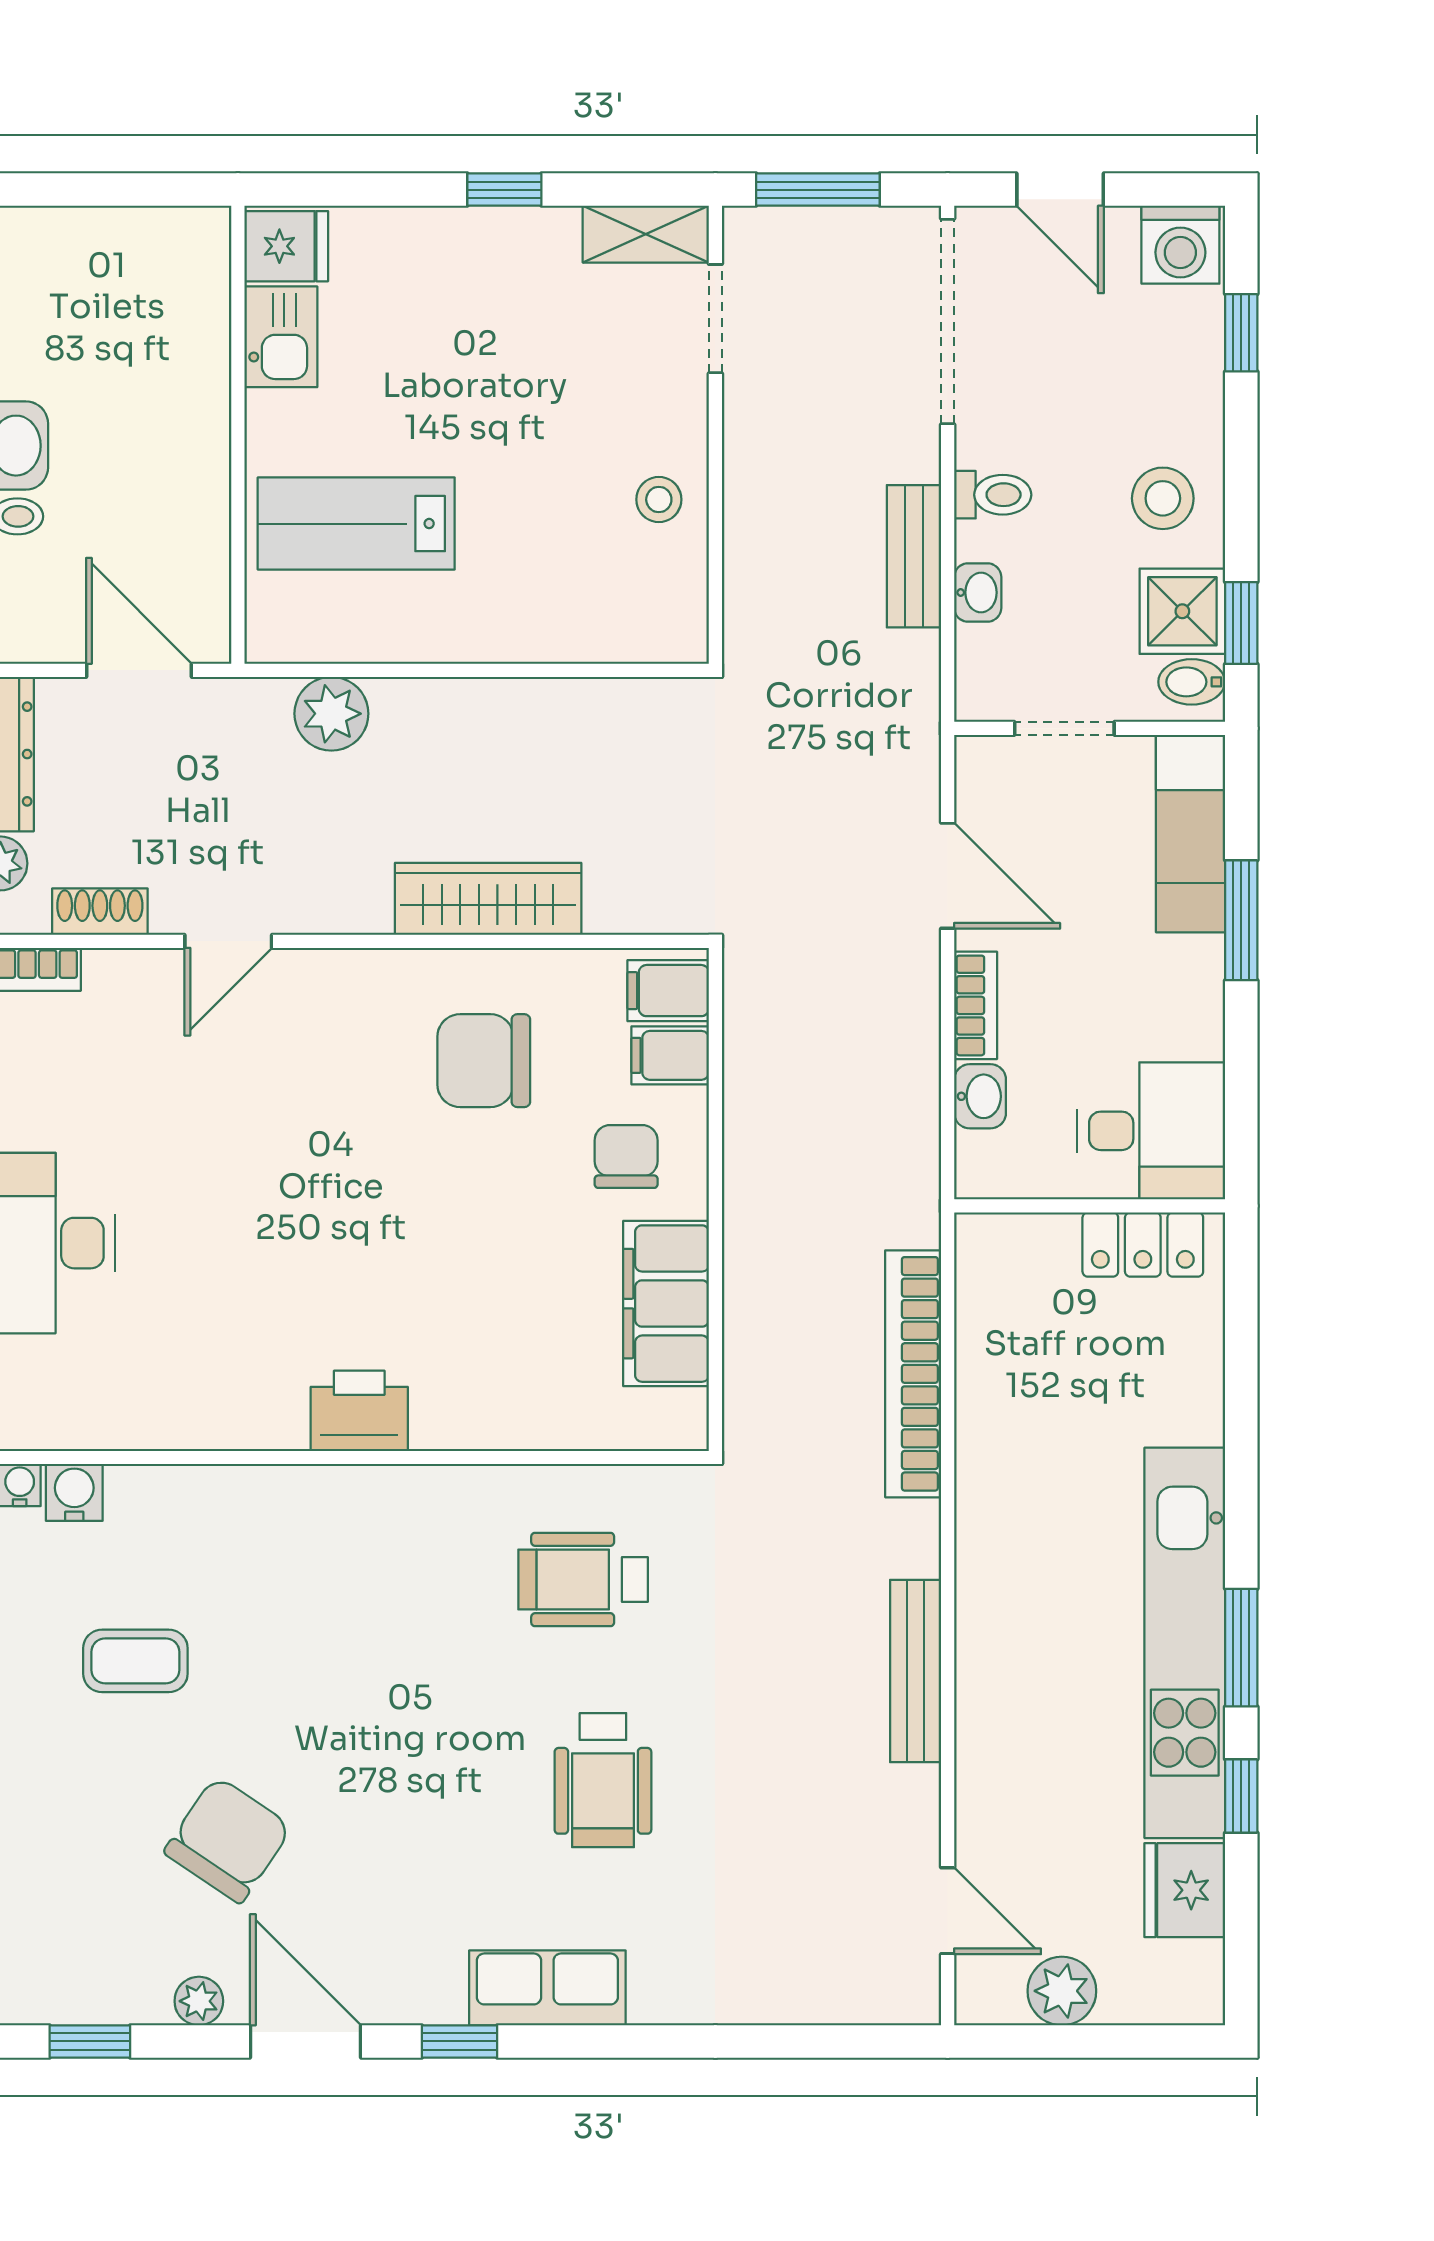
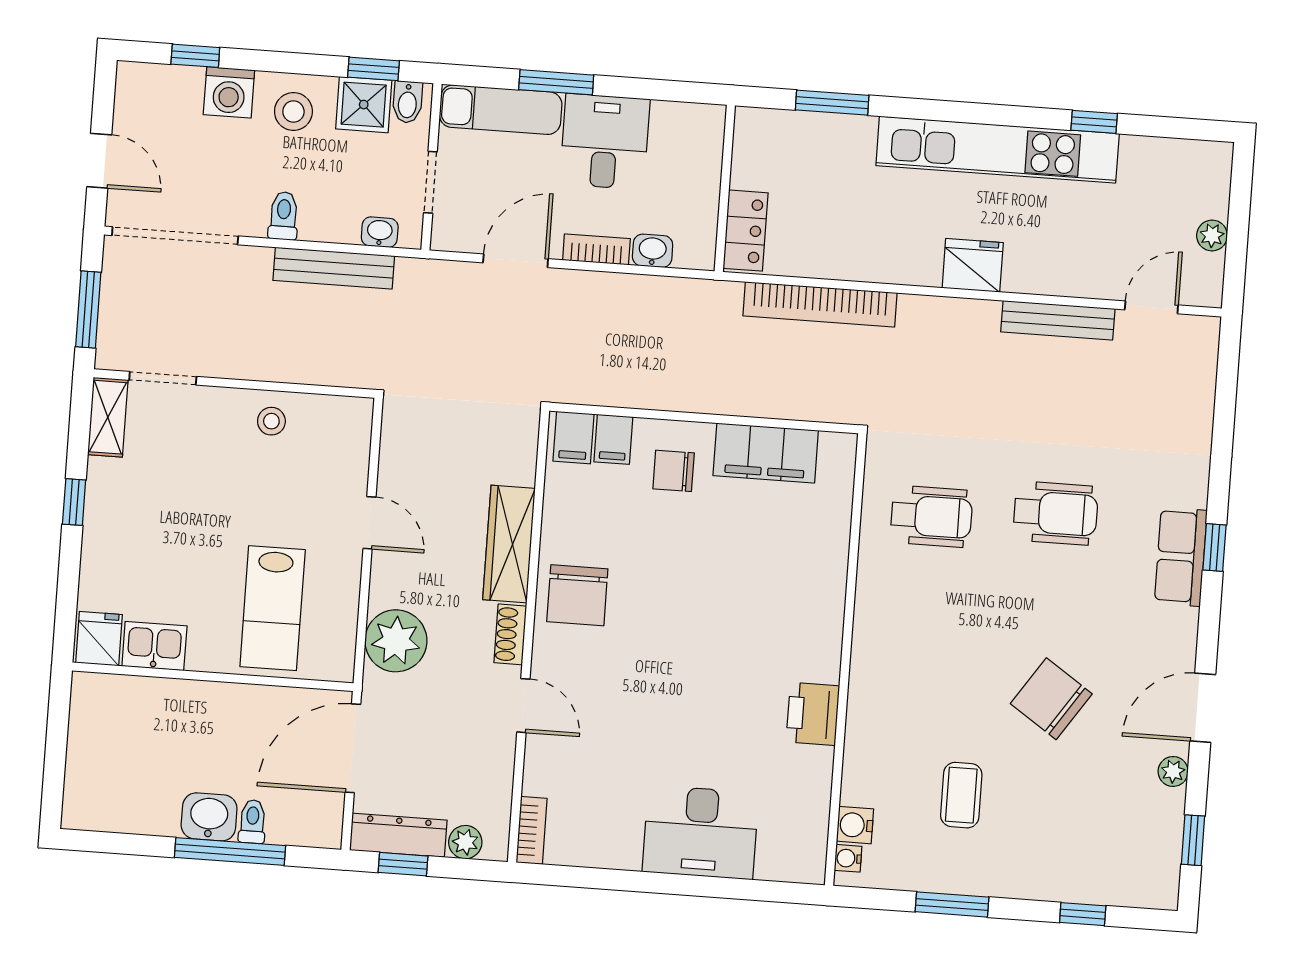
door: (1060, 190) -> (99, 161), hinge flipped
washing machine: (1180, 245) -> (229, 92), moved, turned 90
bench: (914, 556) -> (334, 268), width x1.36
washbasin: (978, 593) -> (380, 232), moved
door: (139, 670) -> (353, 748), width x1.36
door: (506, 670) -> (369, 523), added
plant: (331, 714) -> (396, 641), width x1.36, depth x1.36
shoe rack: (100, 912) -> (510, 634), moved
chair: (484, 1061) -> (577, 595), moved
desk: (1151, 1131) -> (605, 142), moved
locker: (1143, 1245) -> (746, 231), moved
printer: (359, 1411) -> (813, 714), moved
wheelchair: (583, 1580) -> (931, 516), turned -90
window: (1241, 1648) -> (832, 103), moved
bench: (916, 1671) -> (1058, 320), moved
chair: (228, 1840) -> (1051, 699), moved
fridge: (1185, 1890) -> (973, 265), moved, turned 180
plant: (1062, 1991) -> (1212, 235), width x0.73, depth x0.73
window: (460, 2041) -> (1215, 548), moved

